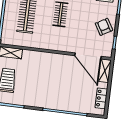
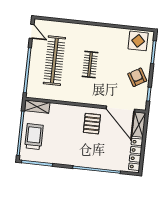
pallet: (61, 69) -> (92, 124), added
locker: (101, 98) -> (136, 154), width x1.53

